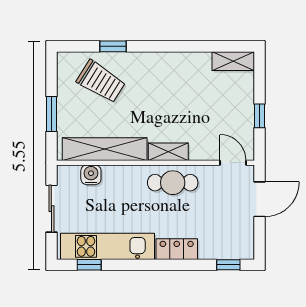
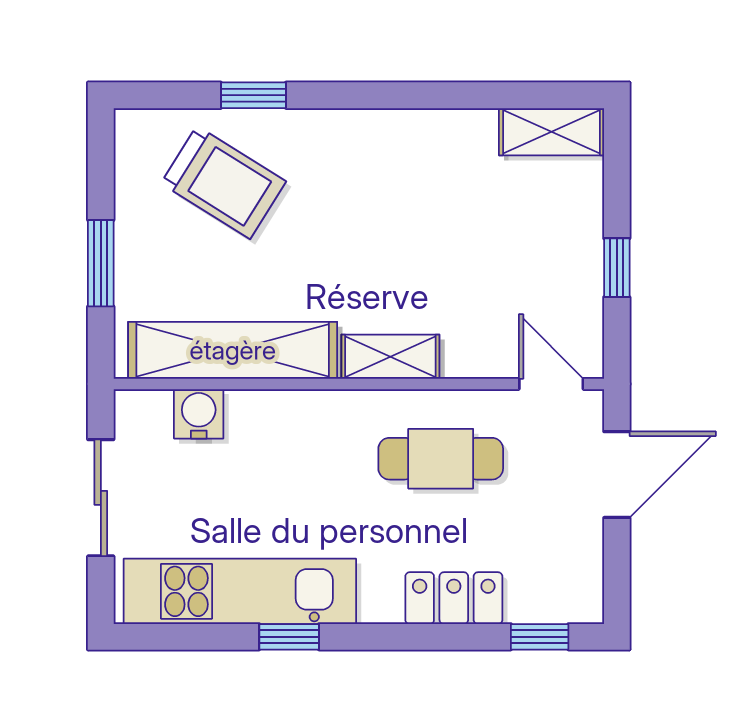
cafe table: (173, 183) -> (441, 459), moved
locker: (177, 249) -> (454, 598), moved
window: (89, 265) -> (289, 637), moved

